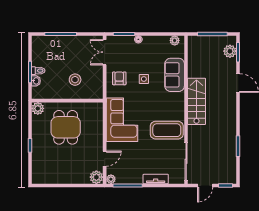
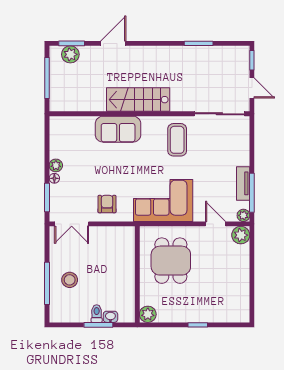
plant: (175, 40) -> (56, 165), moved
sofa: (175, 75) -> (118, 129), moved
armchair: (119, 78) -> (107, 204), turned 90
side table: (144, 79) -> (108, 171), removed
stool: (75, 80) -> (70, 280), moved
dining table: (66, 127) -> (171, 261), moved, turned 90
coffee table: (167, 130) -> (177, 140), width x0.73, depth x0.76
tv unit: (156, 179) -> (243, 183), moved

